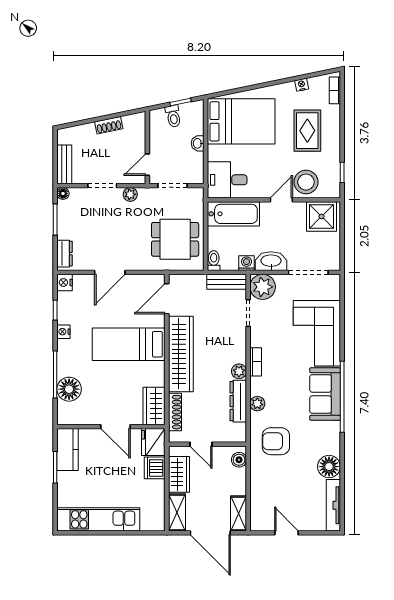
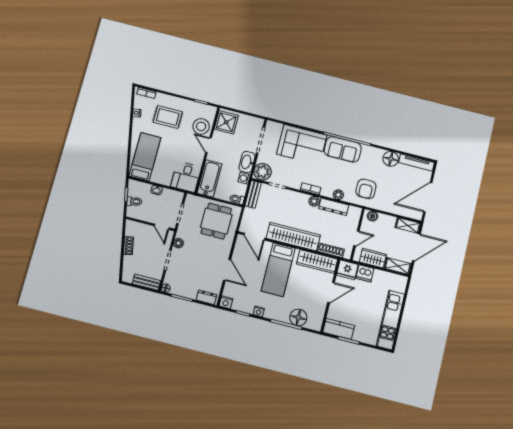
bed: (241, 121) -> (145, 157), width x0.67
wardrobe: (154, 406) -> (317, 262), width x1.50
door: (286, 533) -> (428, 197), width x1.88

